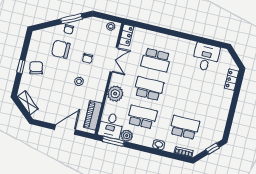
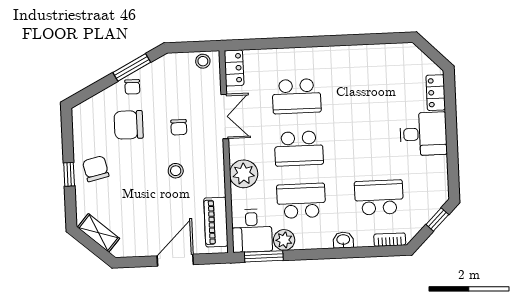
desk: (206, 57) -> (423, 134), moved, turned 90
school desk: (149, 89) -> (299, 148), turned 180

